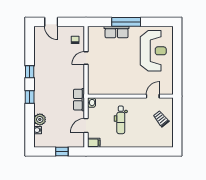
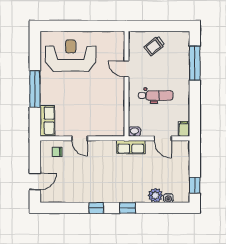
row of seats: (117, 32) -> (47, 121), moved
door: (153, 96) -> (127, 69), moved
window: (62, 152) -> (195, 185), moved
window: (147, 152) -> (195, 63), added

